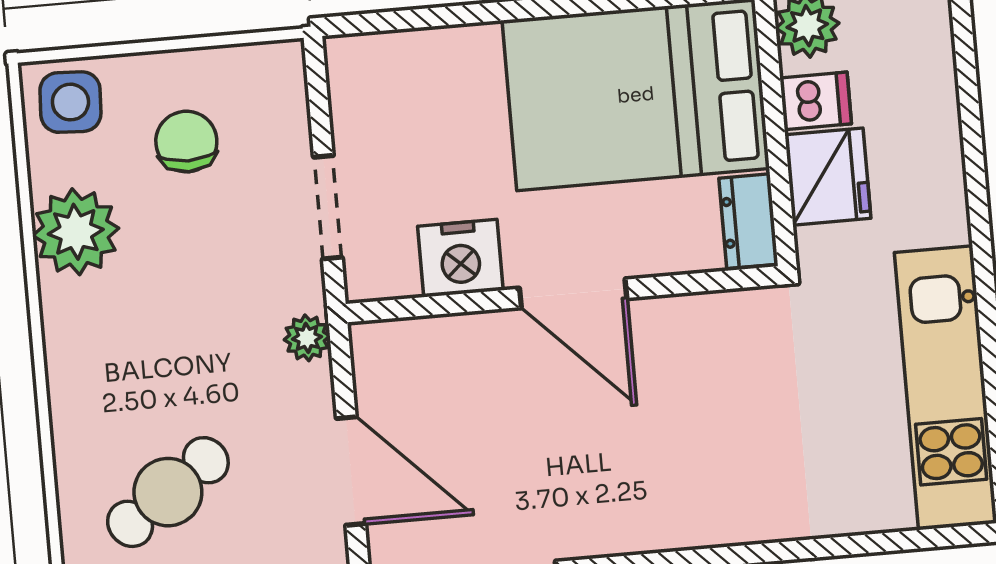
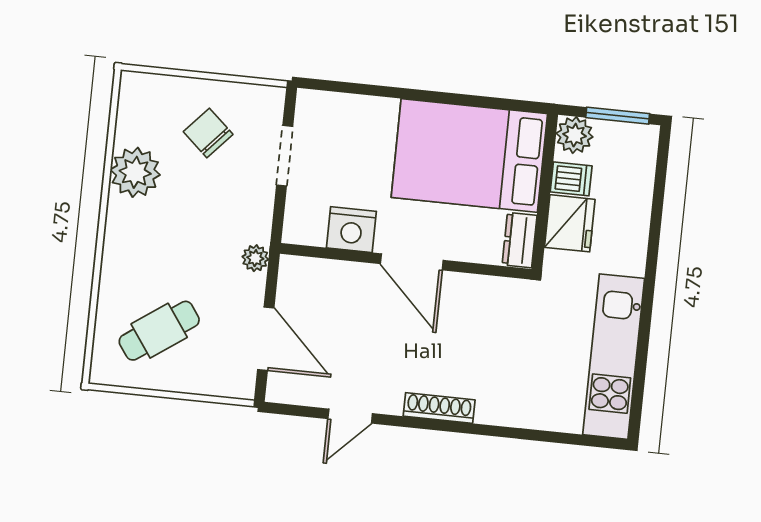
side table: (70, 102) -> (146, 98), removed
chair: (186, 142) -> (208, 133), turned -48
doorway: (328, 207) -> (285, 156), moved
shoe rack: (667, 532) -> (439, 408), added

